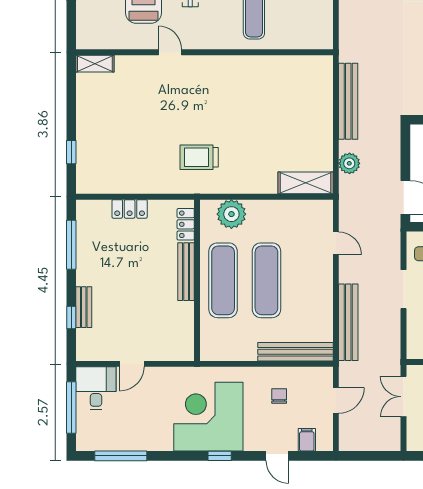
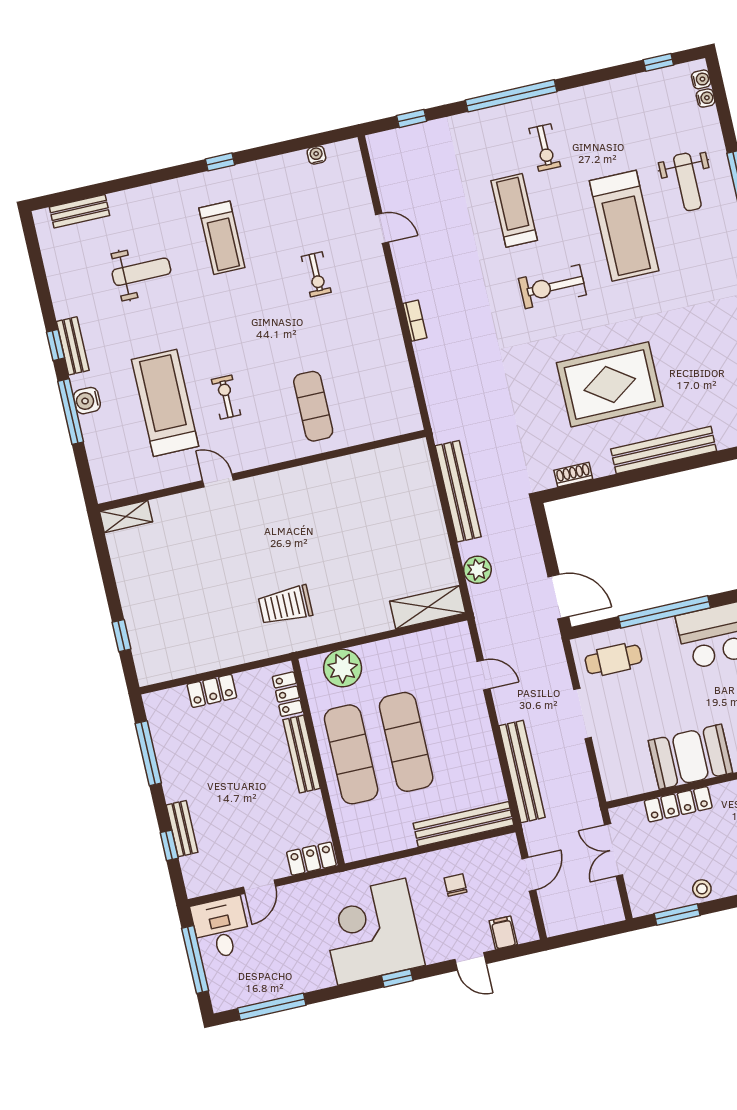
locker: (176, 352) -> (311, 859), added

